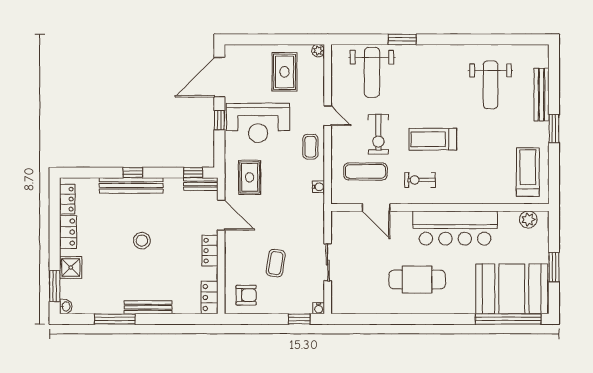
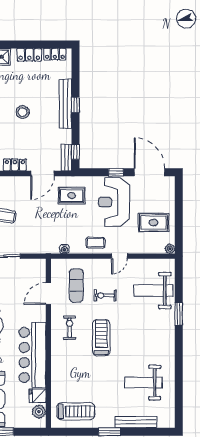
exercise bike: (378, 134) -> (105, 295), width x0.73, depth x0.72
fridge: (507, 221) -> (38, 396), added

